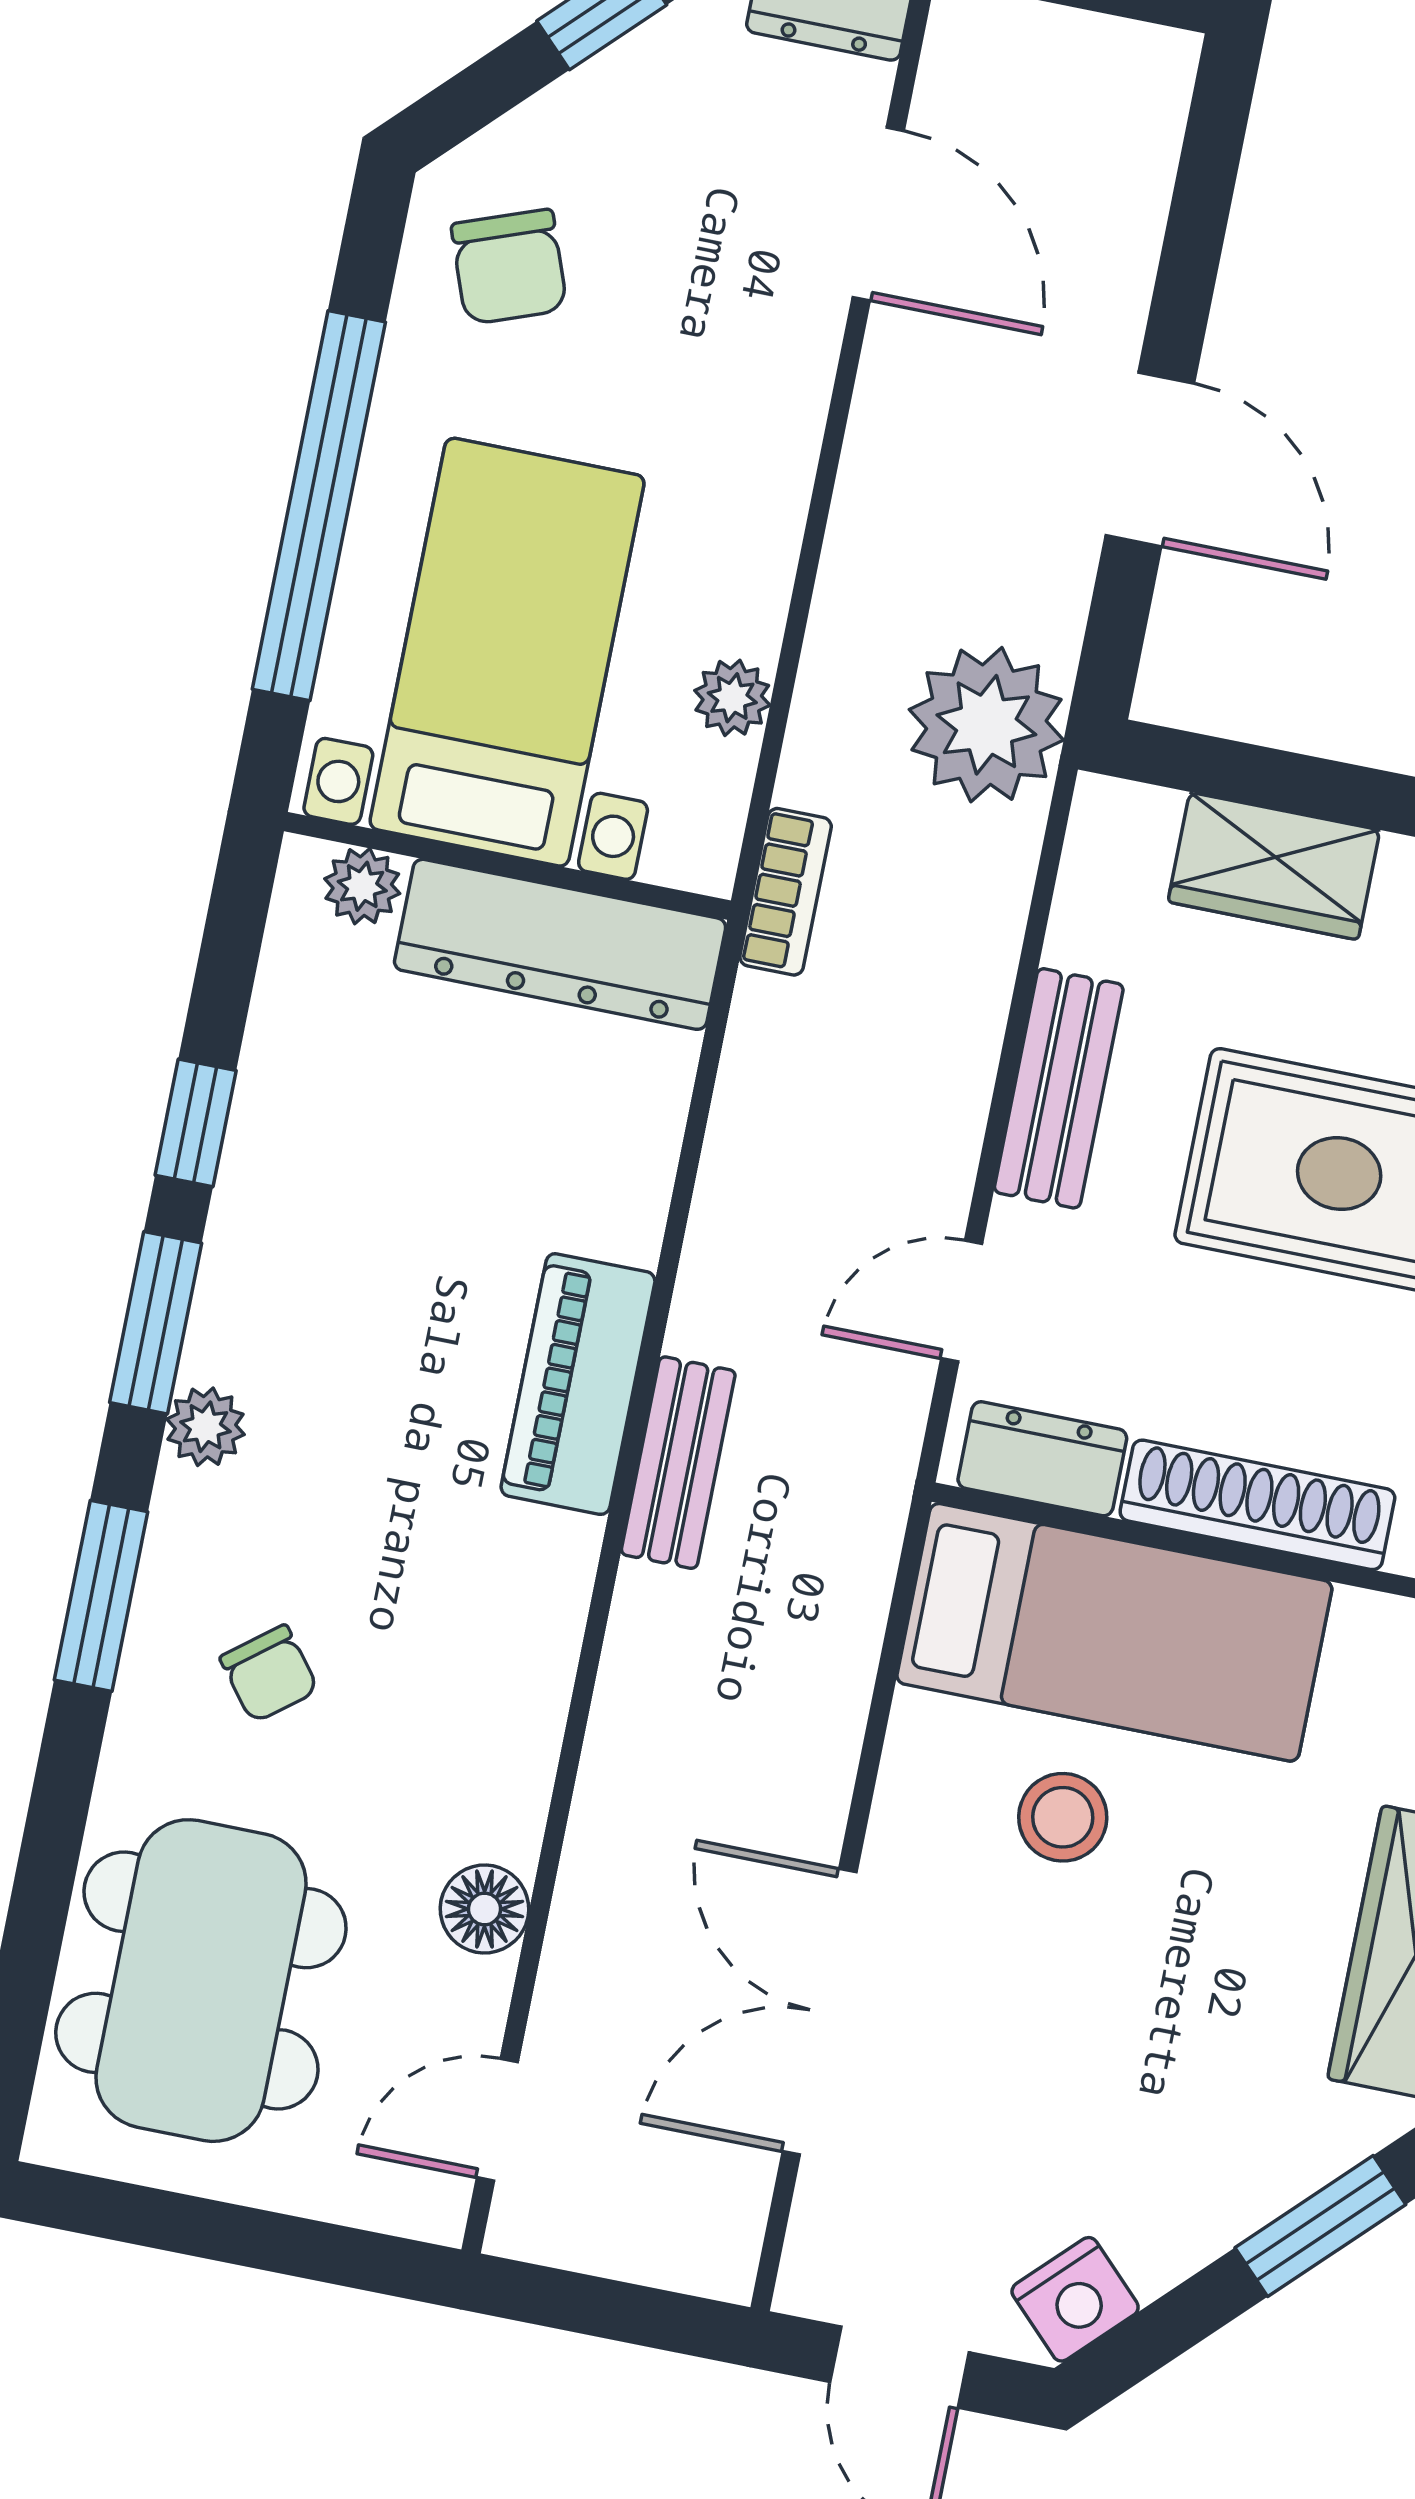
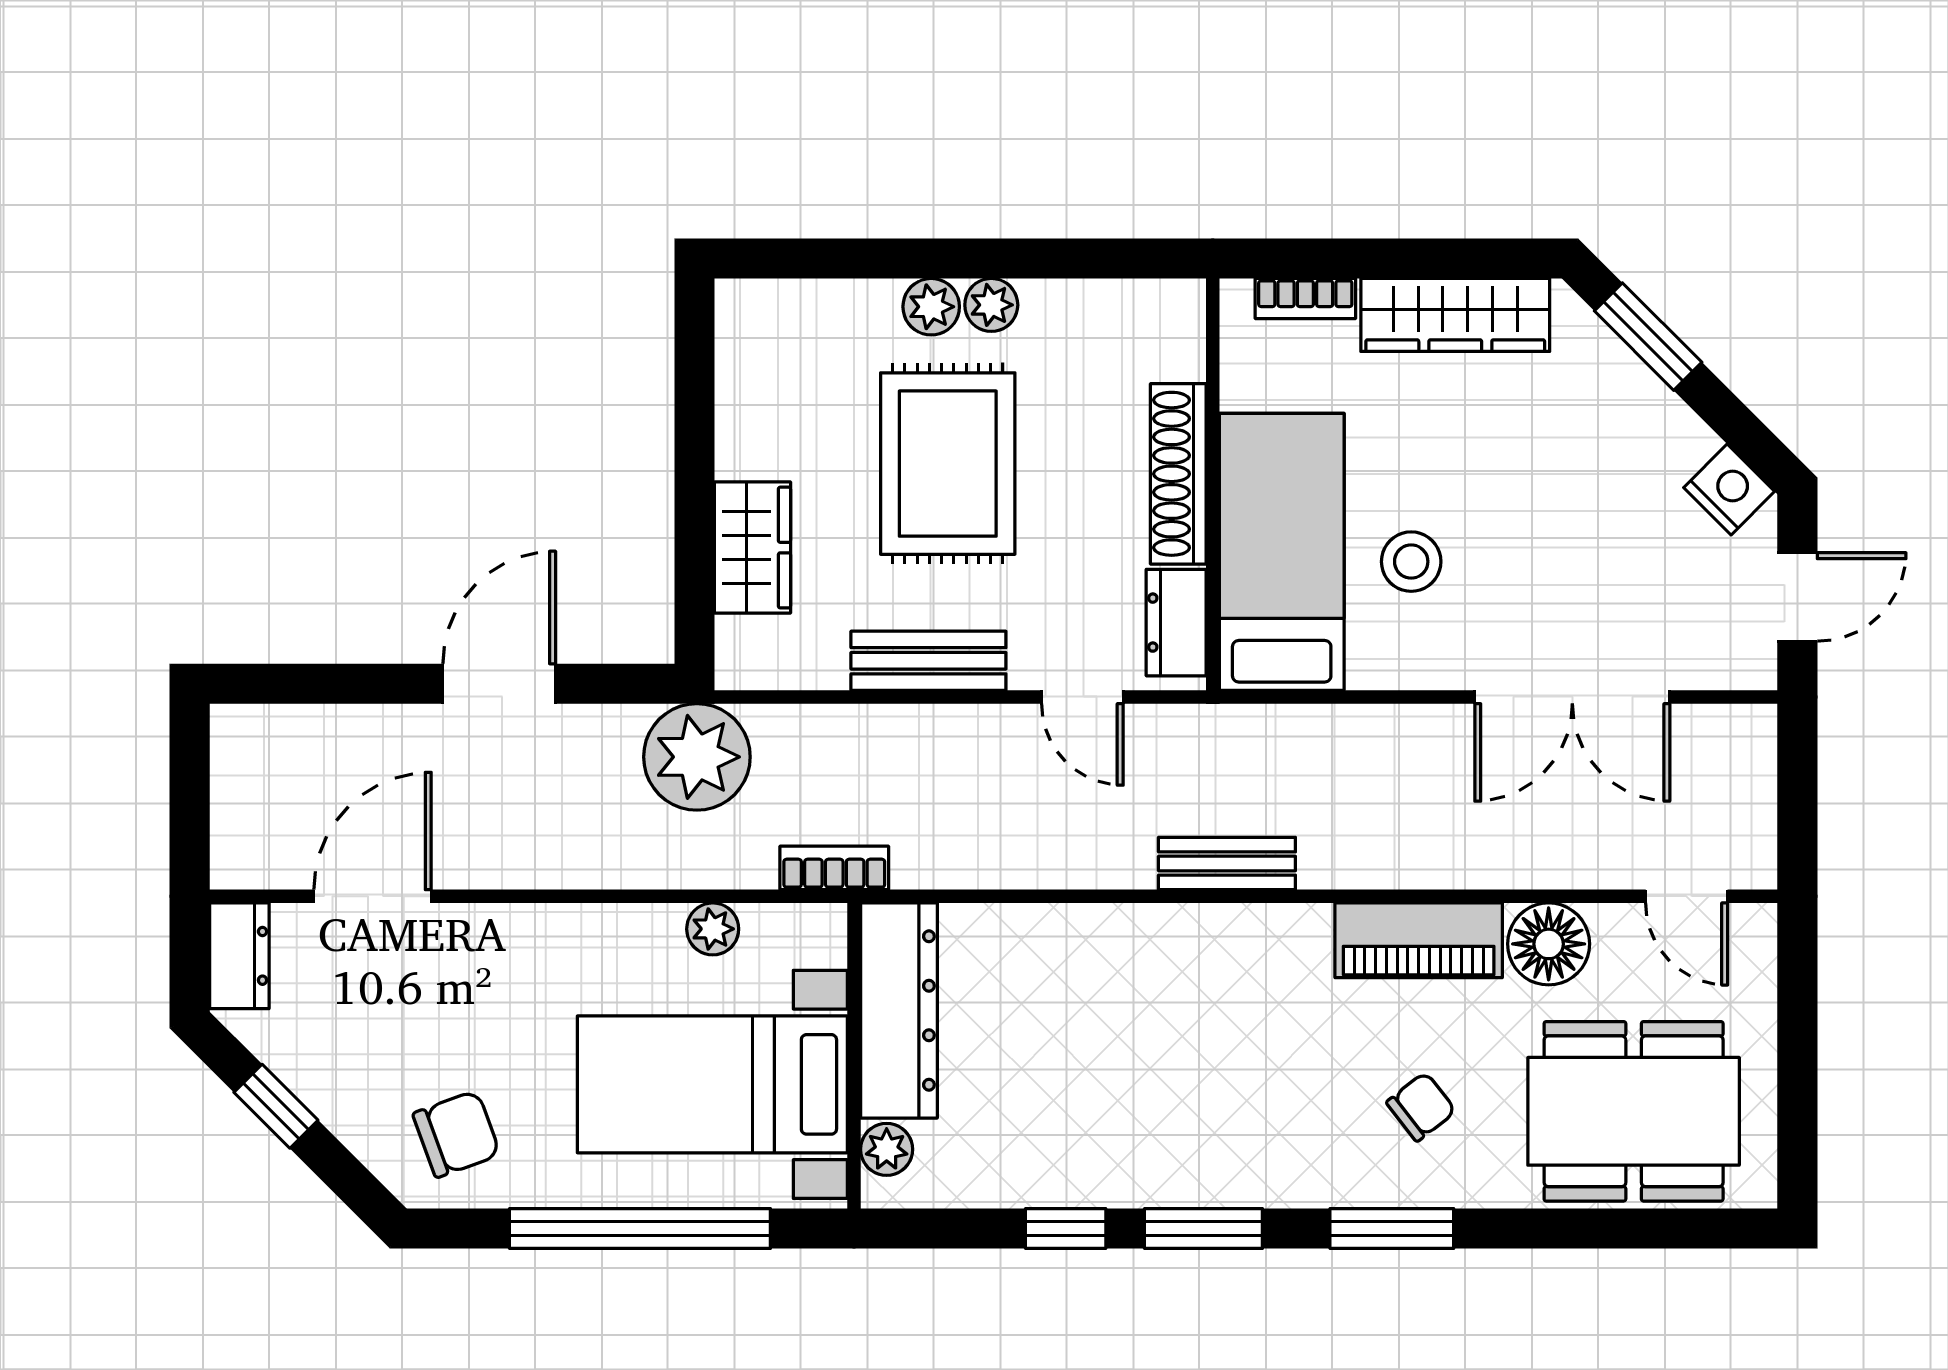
piano: (578, 1384) -> (1419, 940), moved
plant: (205, 1427) -> (1266, 1182), removed
floor lamp: (485, 1909) -> (1549, 944), width x1.38, depth x1.38

